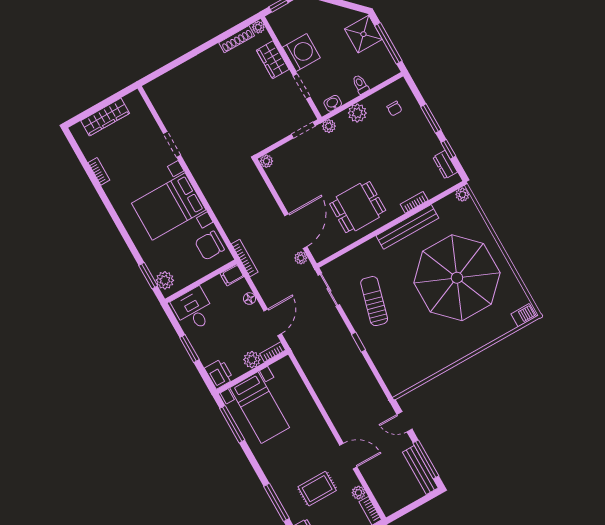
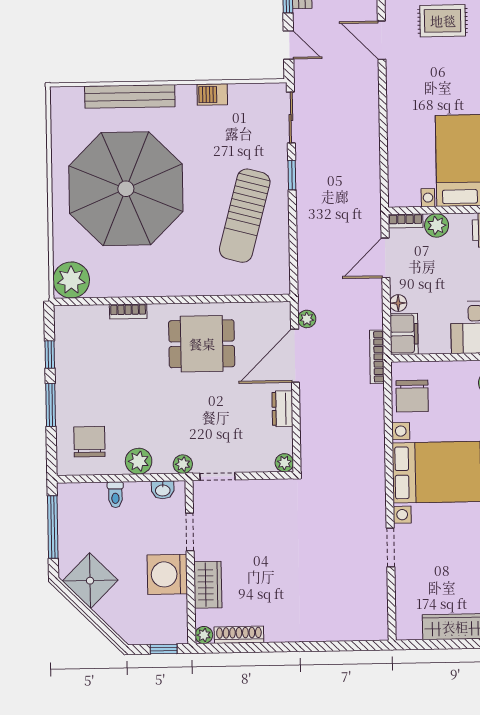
shower: (363, 34) -> (90, 581), moved, turned 45
chair: (394, 109) -> (89, 442), width x1.87, depth x1.87
dresser: (445, 165) -> (282, 409), moved, turned 180
plant: (462, 195) -> (71, 280), width x1.87, depth x1.87
bench: (407, 227) -> (130, 96), moved
chair: (210, 246) -> (412, 396), turned 90
filing cabinet: (232, 275) -> (404, 334), width x2.00
sliding door: (329, 290) -> (291, 118), moved
sun lounger: (374, 301) -> (245, 216), width x1.36, depth x1.34
barbecue: (524, 315) -> (212, 94), moved

